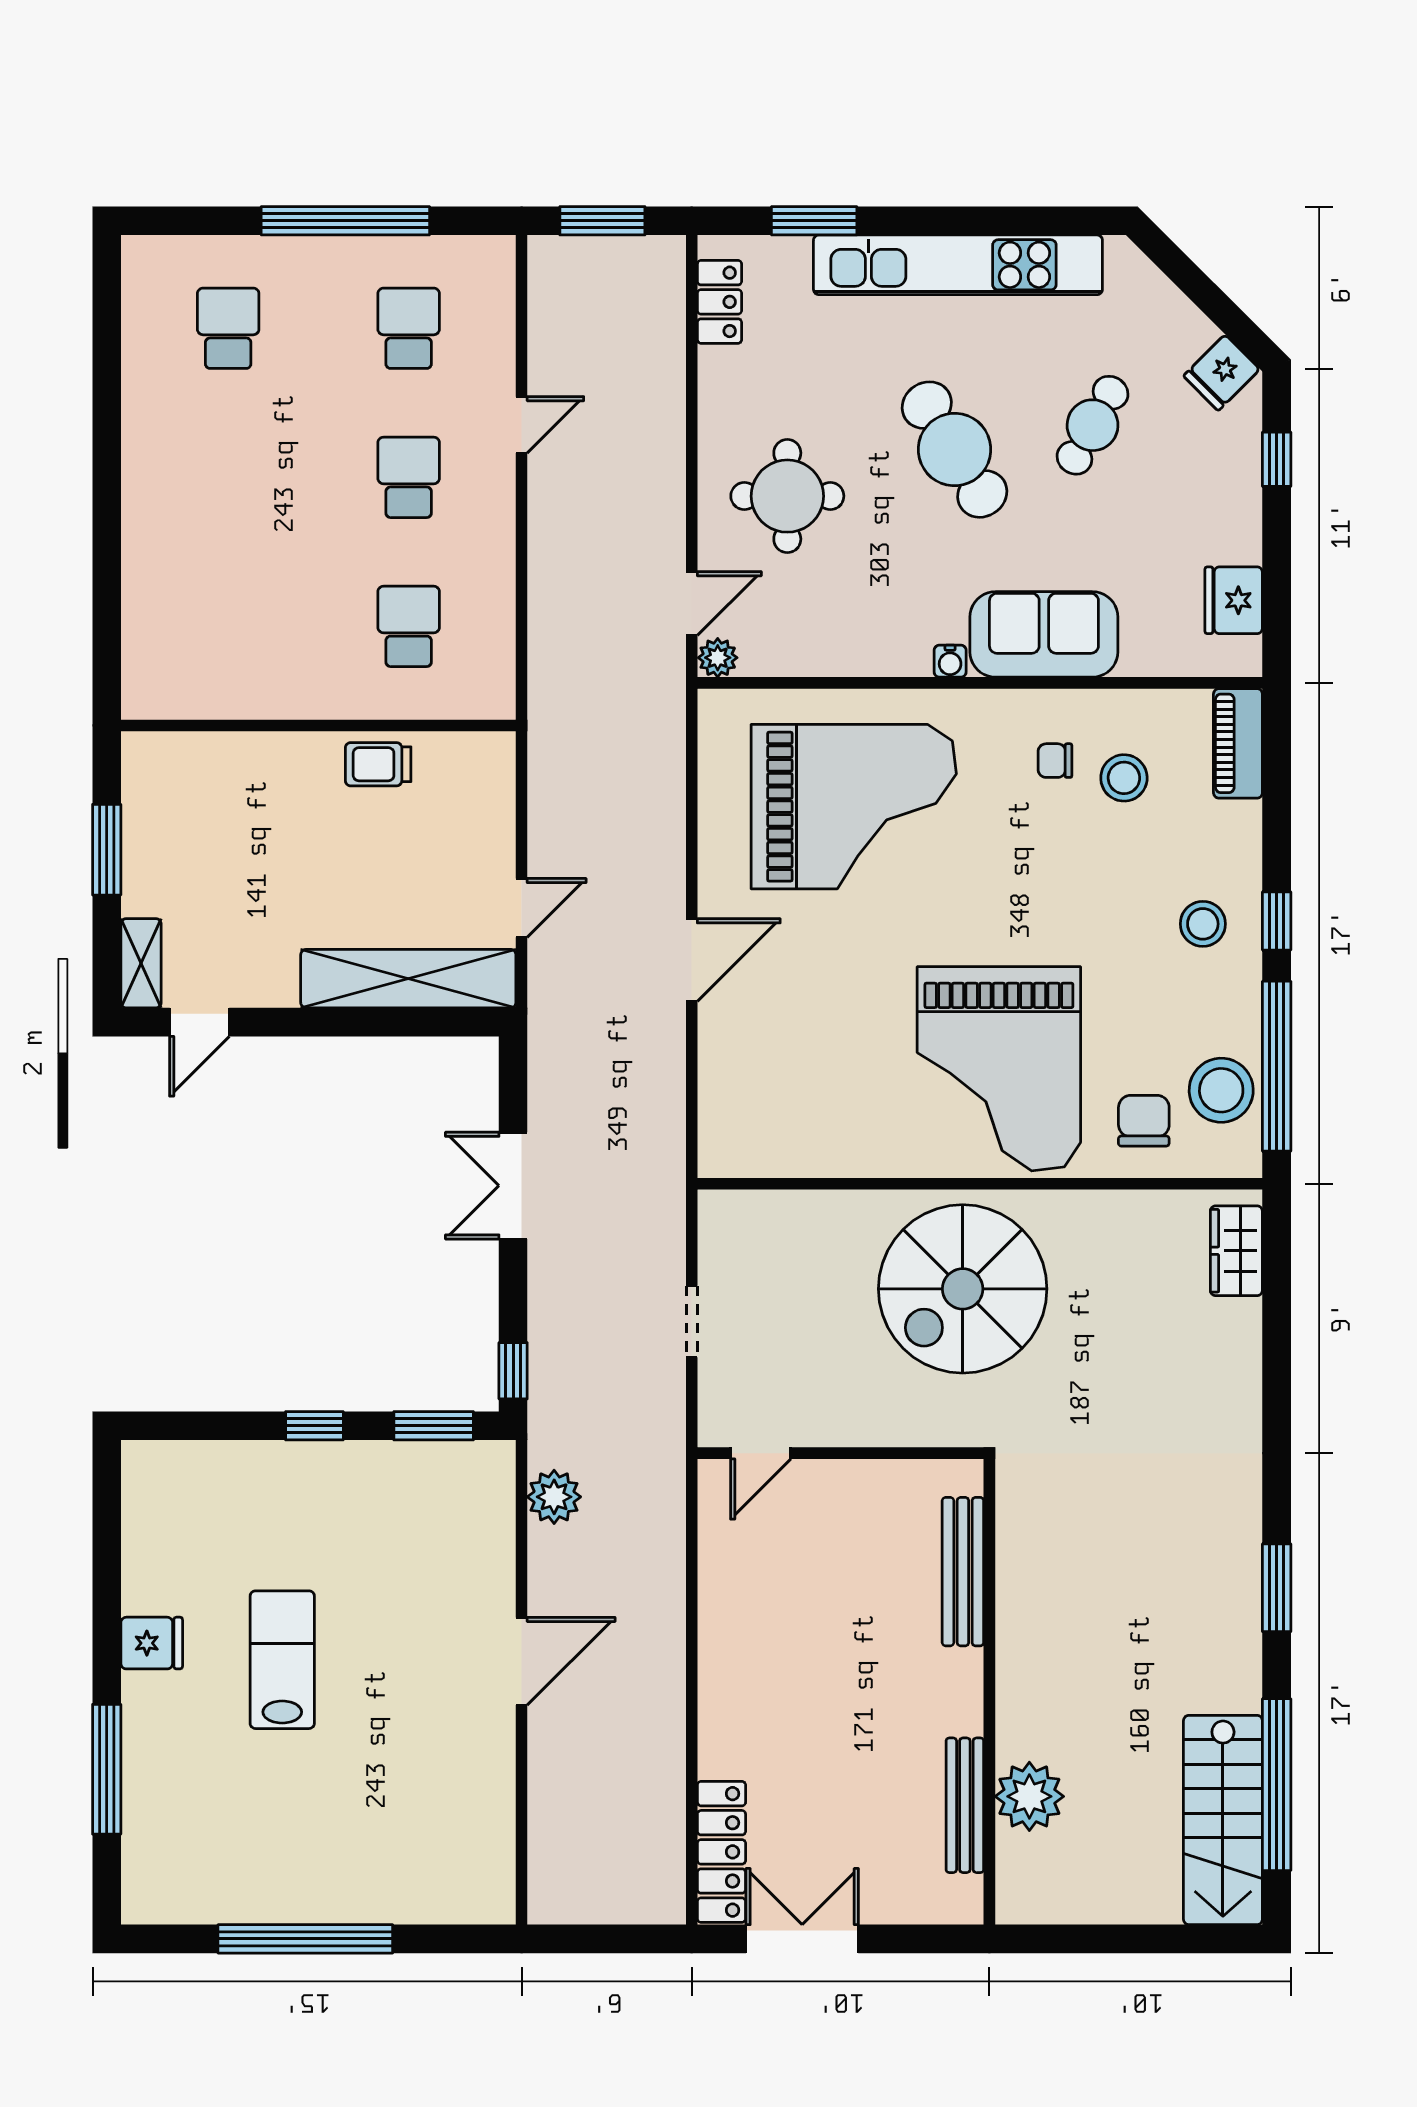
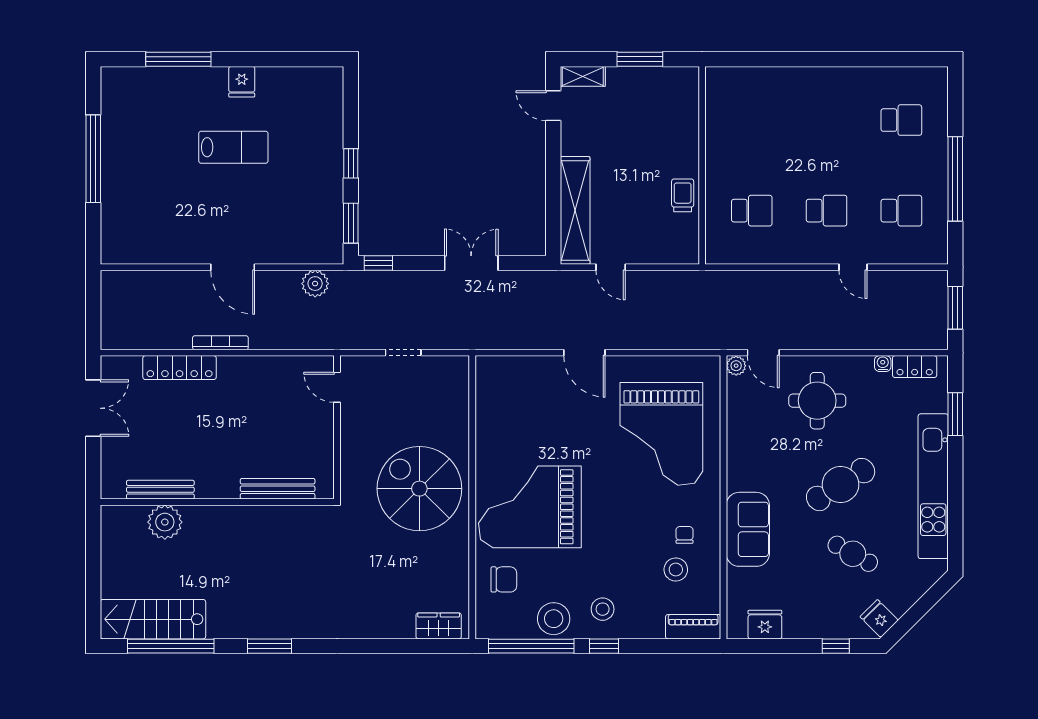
water cooler: (950, 661) -> (883, 364), moved, turned 90
stool: (1221, 1090) -> (554, 619), moved
bookcase: (672, 1686) -> (220, 343), added
locker: (721, 1852) -> (180, 368), moved

